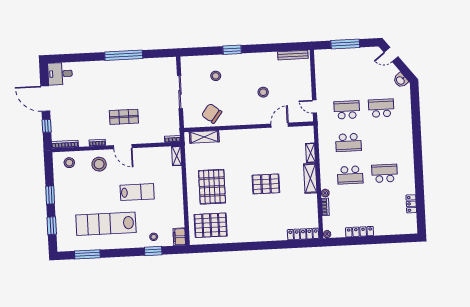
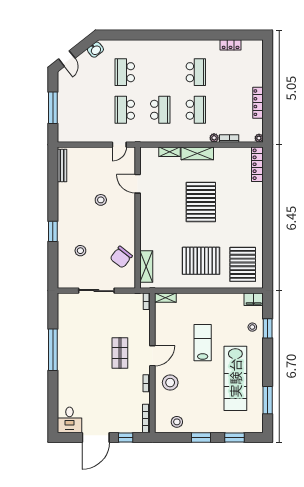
stool: (69, 163) -> (177, 422), moved
school desk: (385, 173) -> (196, 72), turned 180
pallet: (266, 184) -> (201, 202), width x1.37, depth x1.41

